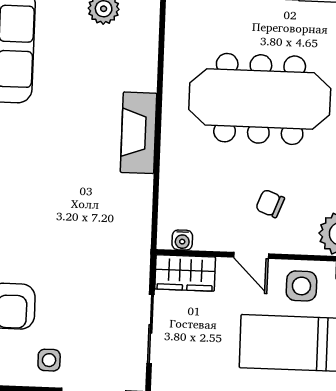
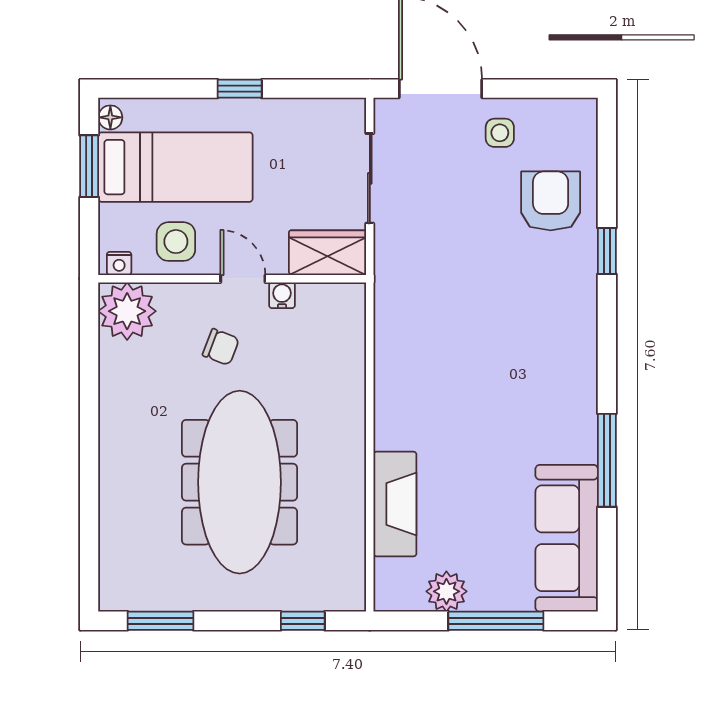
meeting table: (260, 99) -> (240, 482), turned 90
fireplace: (139, 133) -> (395, 504), moved
water cooler: (182, 240) -> (282, 295), moved

